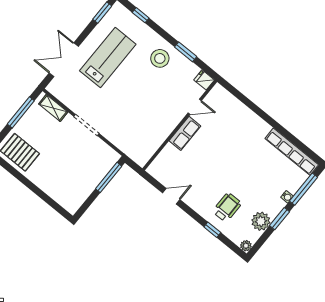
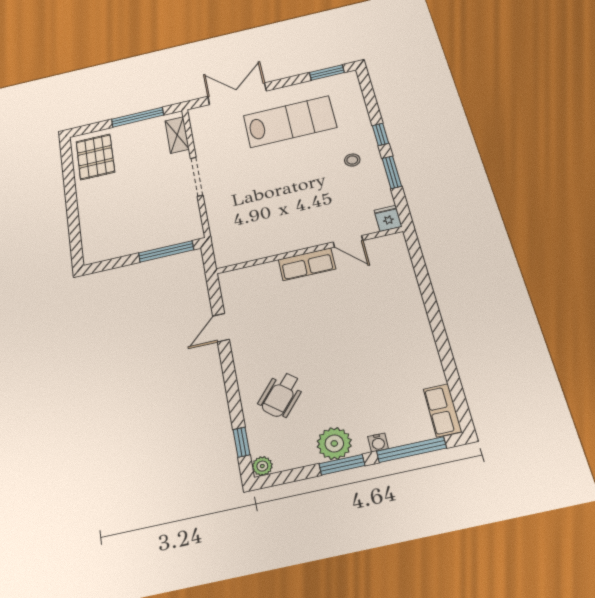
window: (141, 15) -> (381, 134), moved
stool: (160, 58) -> (352, 160), width x0.53, depth x0.53
row of seats: (292, 152) -> (442, 410), width x0.50
door: (171, 196) -> (221, 328), swing flipped
wheelchair: (227, 207) -> (281, 395), turned 130
plant: (261, 221) -> (334, 443), moved
window: (212, 230) -> (241, 442), moved

